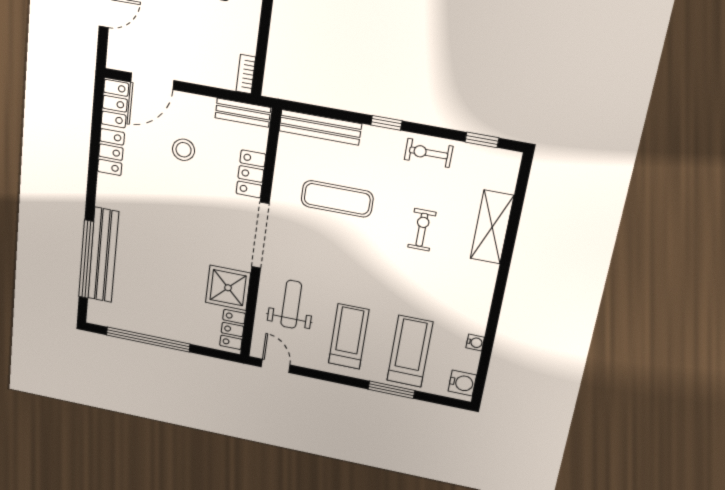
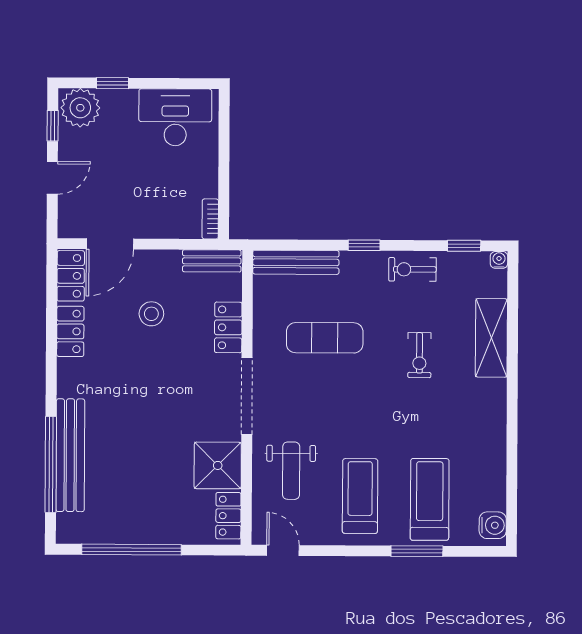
exercise bike: (422, 230) -> (419, 355), turned 180
weight bench: (291, 304) -> (291, 471), turned 180
water cooler: (475, 343) -> (499, 260), moved, turned -90

